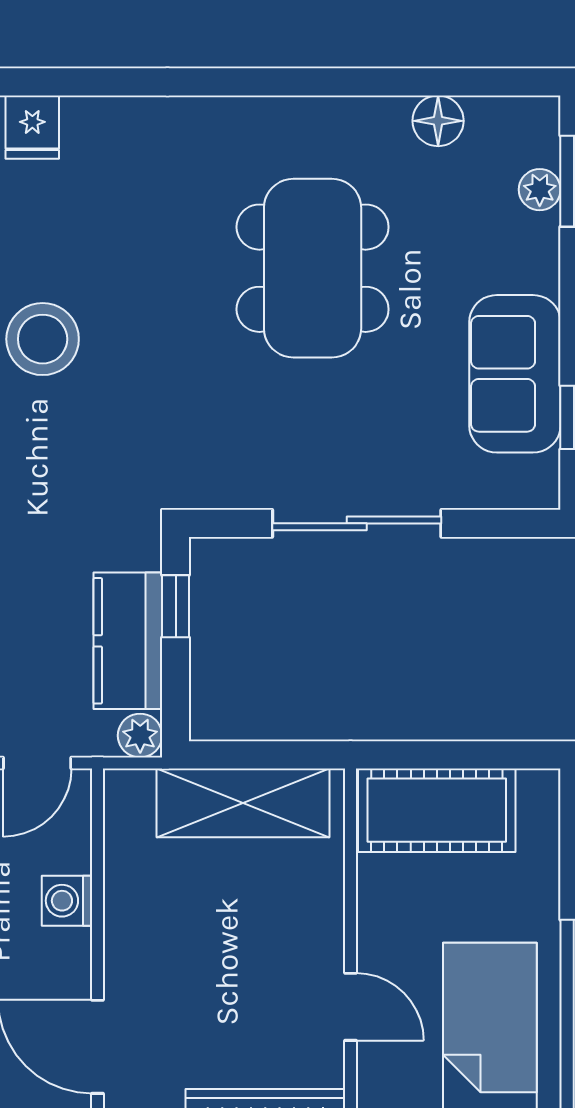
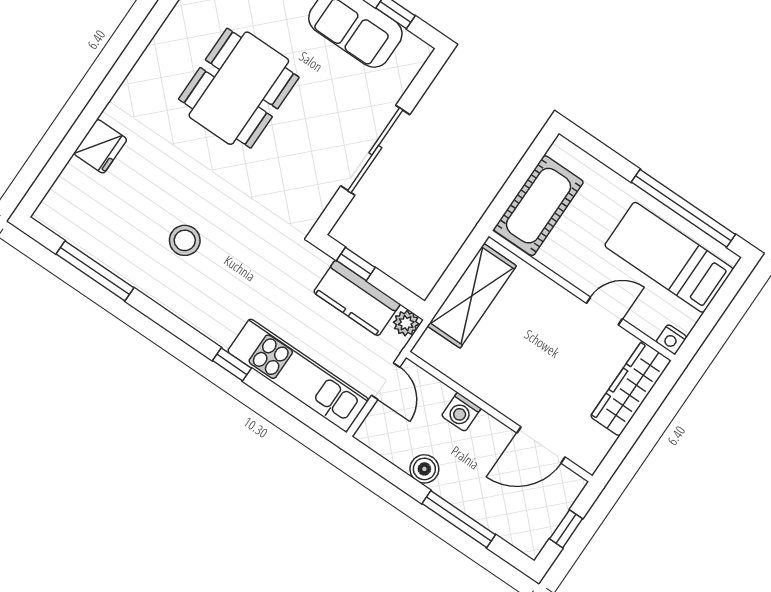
fridge: (32, 127) -> (100, 146), moved, width x1.38
dining table: (313, 268) -> (239, 88), turned 90
stool: (43, 339) -> (185, 240), width x0.73, depth x0.73

